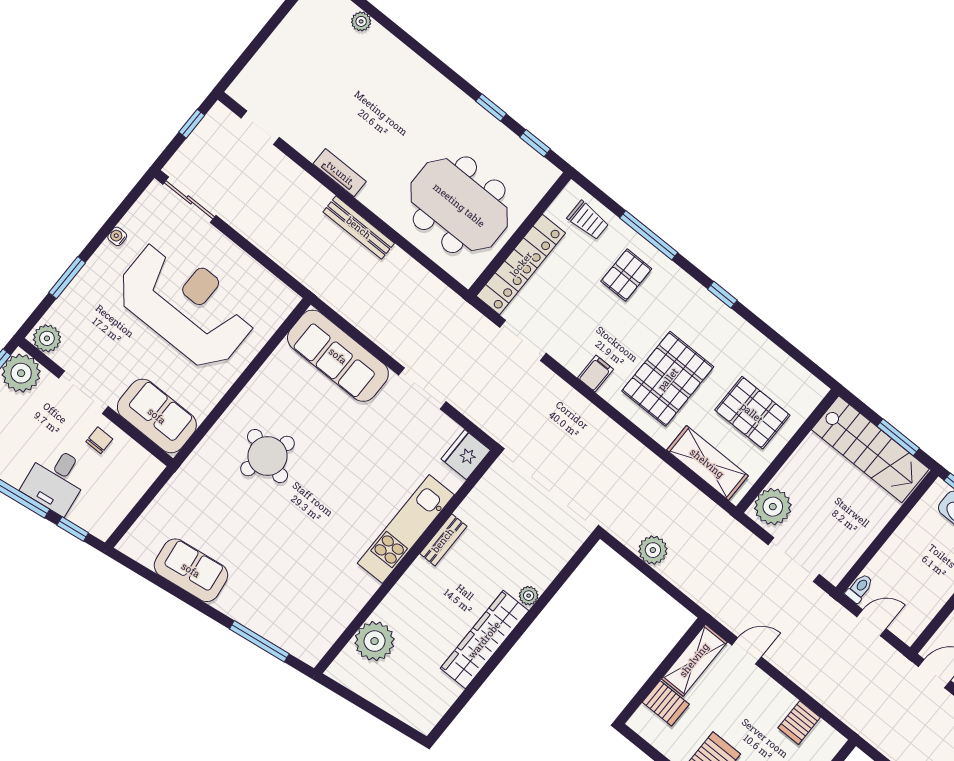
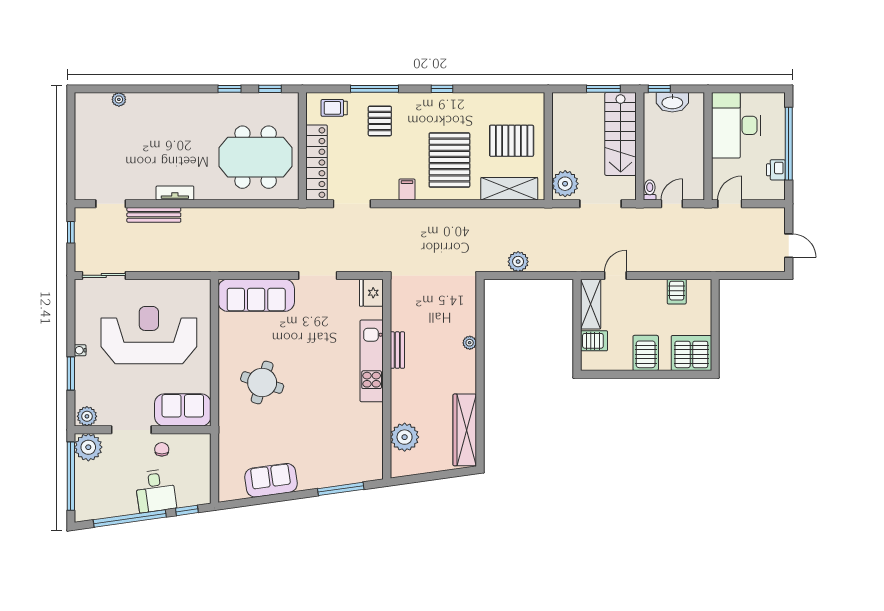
trolley: (588, 220) -> (334, 108), turned 180
bench: (359, 228) -> (154, 215), moved
water cooler: (117, 236) -> (80, 350), moved
stairs: (870, 449) -> (621, 134), moved, turned 90
wardrobe: (484, 640) -> (465, 430), moved

